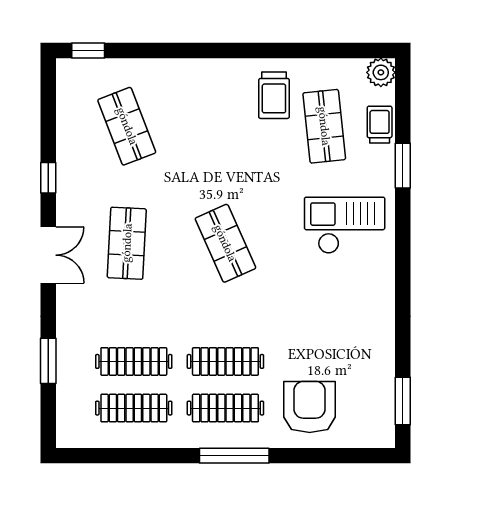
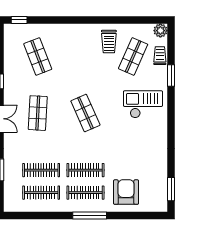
shop shelf: (324, 126) -> (133, 56), turned 30

